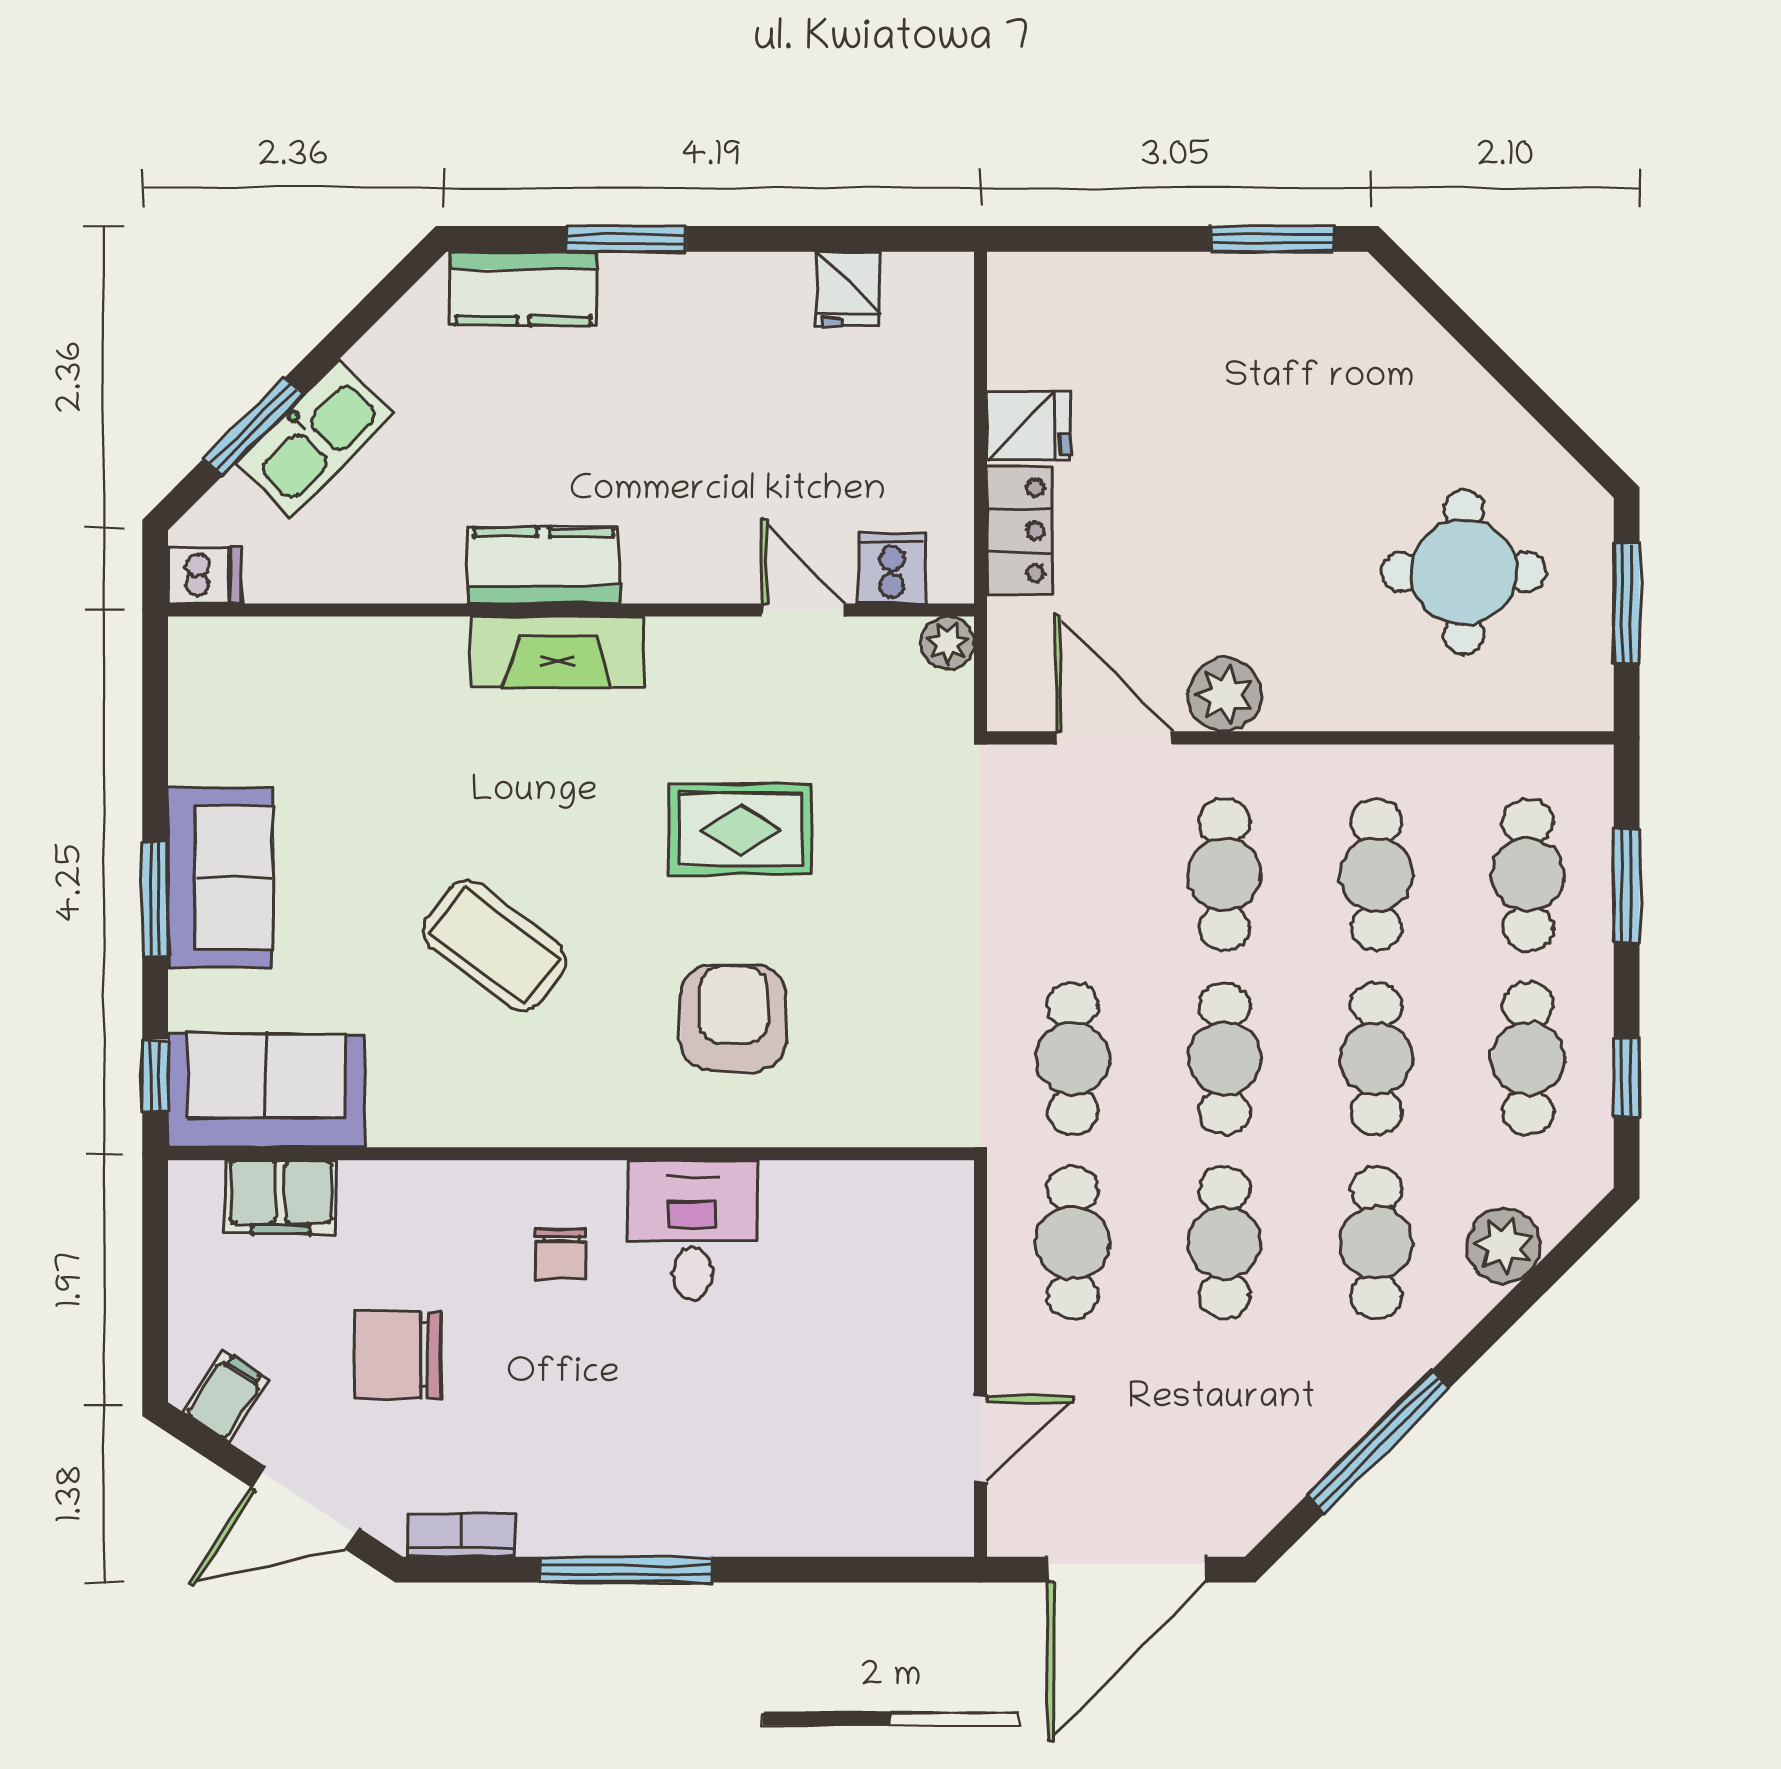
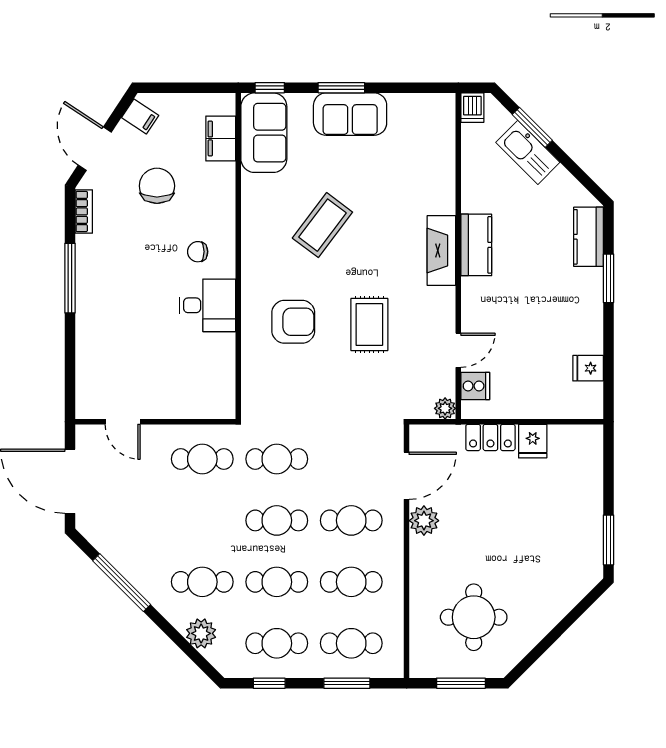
cafe table: (1224, 1243) -> (202, 520), removed

